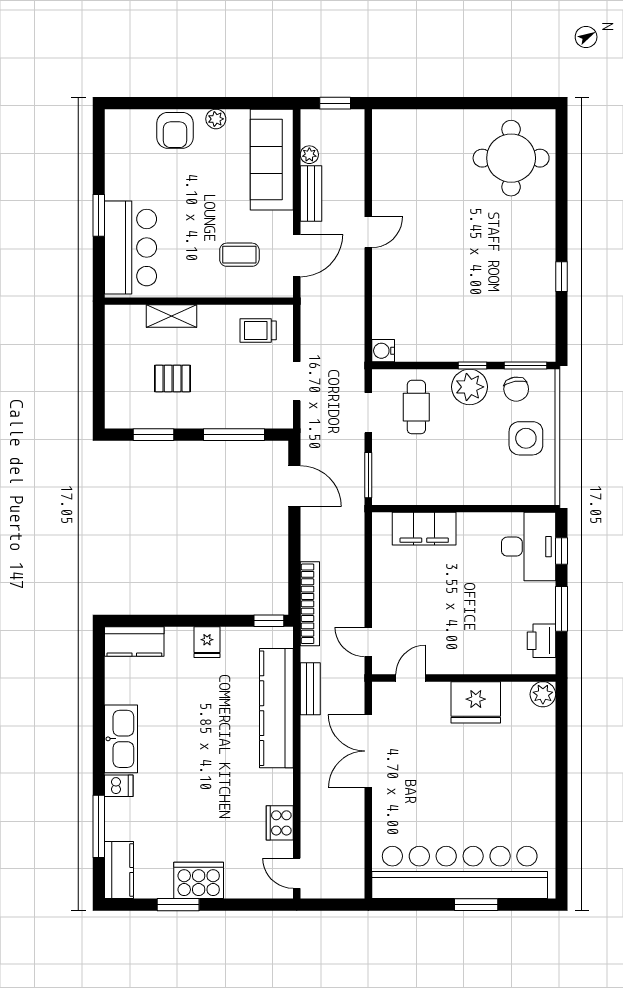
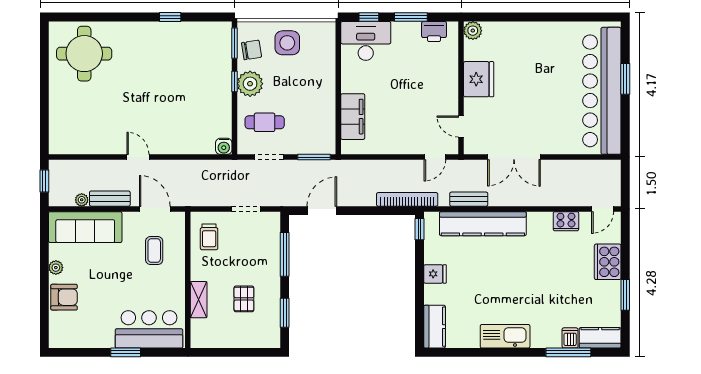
dishwasher: (119, 786) -> (570, 338), moved
cooker: (199, 880) -> (608, 262), moved

